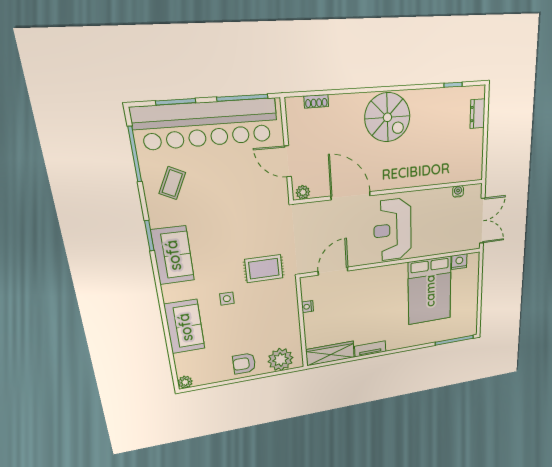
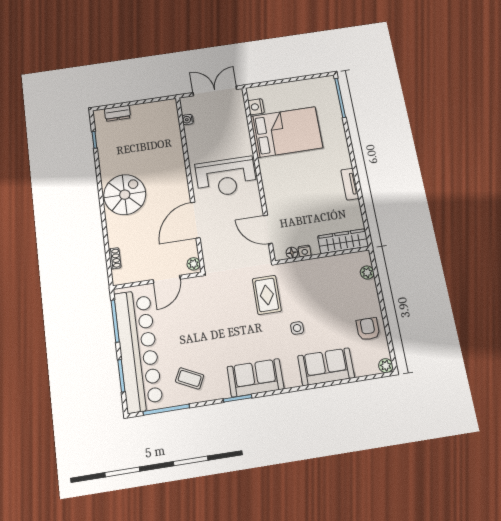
floor lamp: (307, 294) -> (292, 253), added
wardrobe: (330, 353) -> (343, 241), moved, turned 90
plant: (281, 360) -> (367, 273), width x0.53, depth x0.53
armchair: (244, 363) -> (368, 329), moved, turned 180

